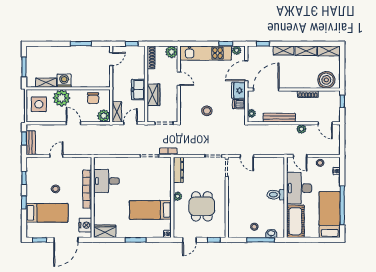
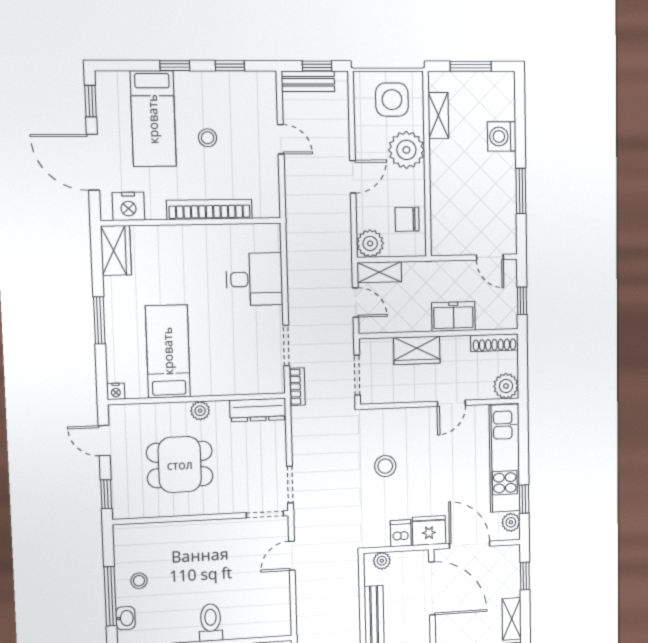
washing machine: (64, 81) -> (502, 136), moved, turned 180
freezer: (138, 90) -> (453, 316), moved
desk: (106, 181) -> (254, 279), moved, turned 90

